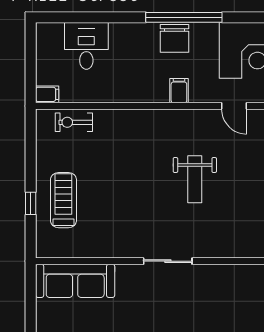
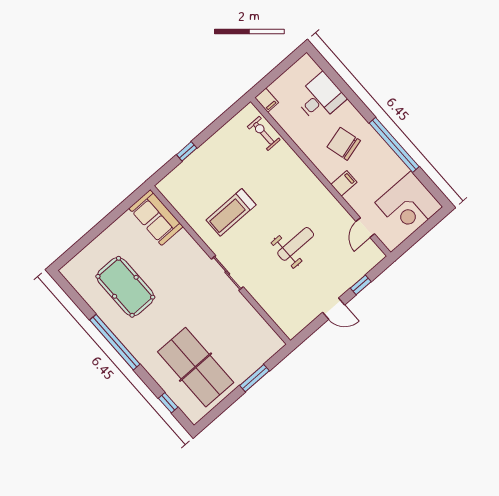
chair: (175, 38) -> (344, 144), moved, turned 75
weight bench: (195, 179) -> (296, 244), turned 180
treadmill: (63, 200) -> (231, 212), moved, turned 180
sofa: (75, 281) -> (156, 217), width x0.73

